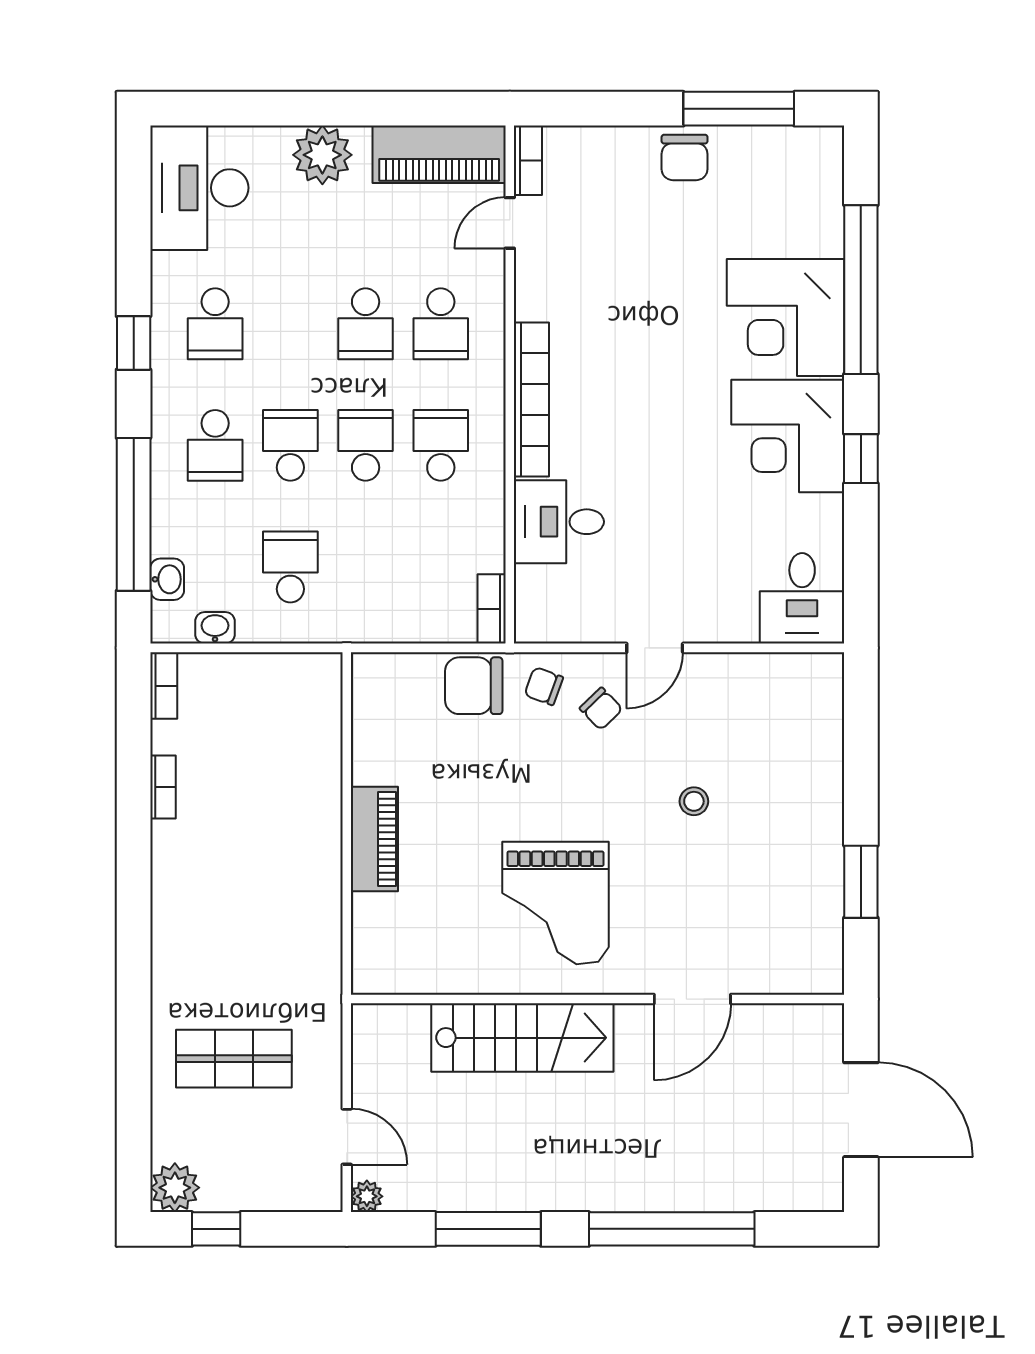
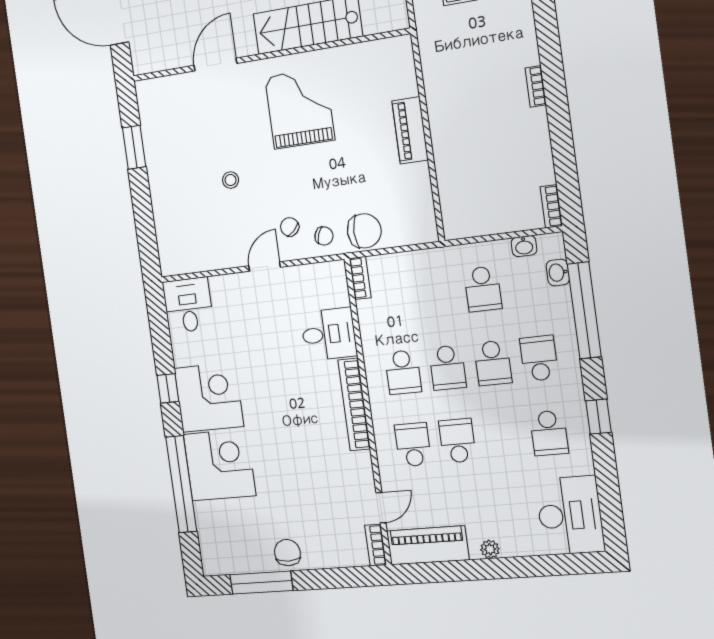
plant: (322, 155) -> (490, 549), width x0.53, depth x0.53
school desk: (215, 324) -> (549, 433), turned 180
bookcase: (163, 787) -> (536, 86), moved

